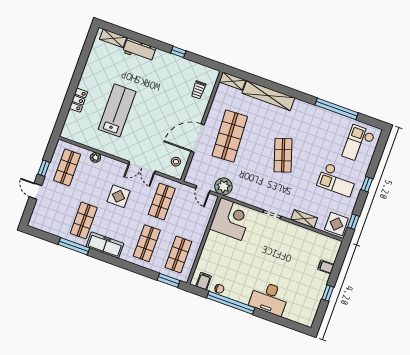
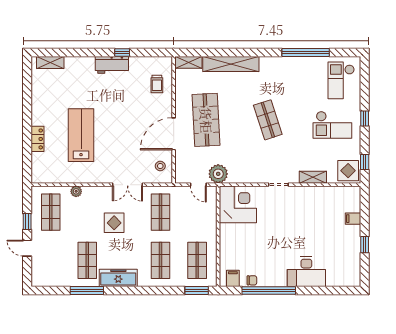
workbench: (139, 50) -> (112, 65), moved

